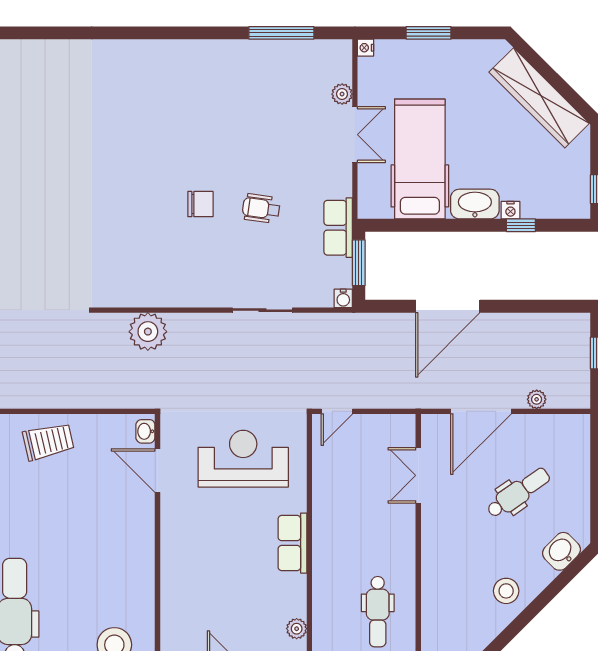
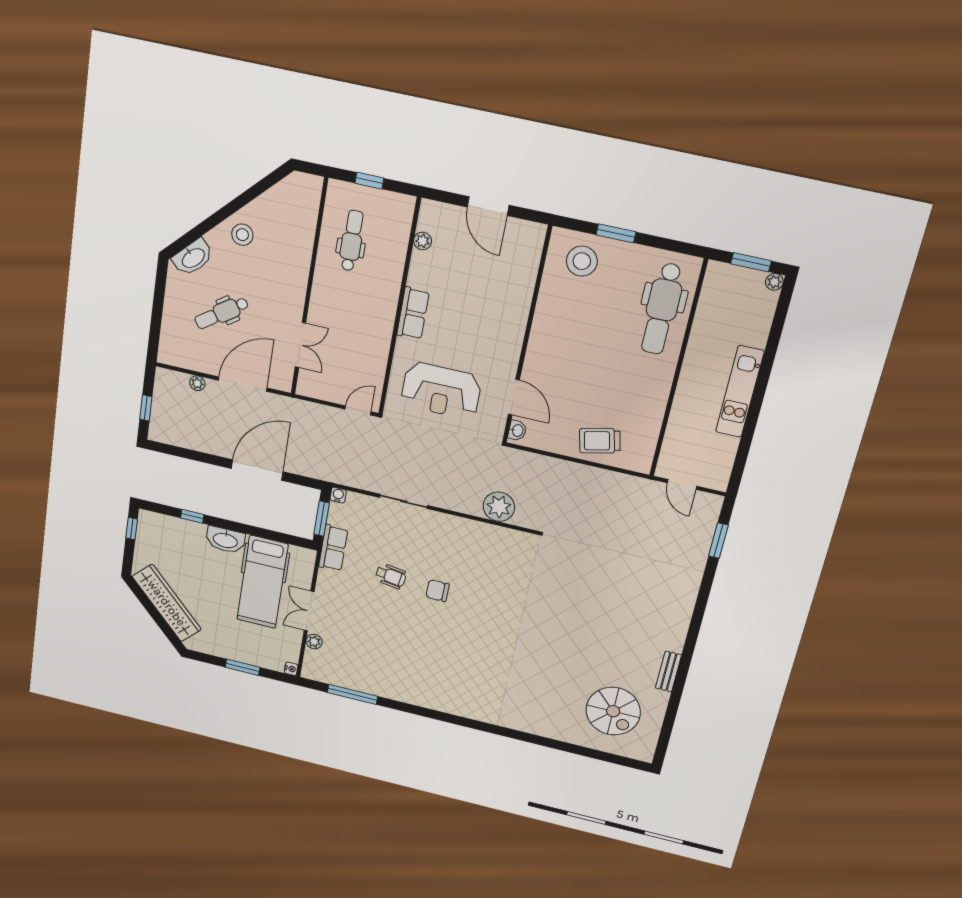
nightstand: (510, 210) -> (199, 529), removed
washbasin: (561, 551) -> (193, 258), width x1.38

